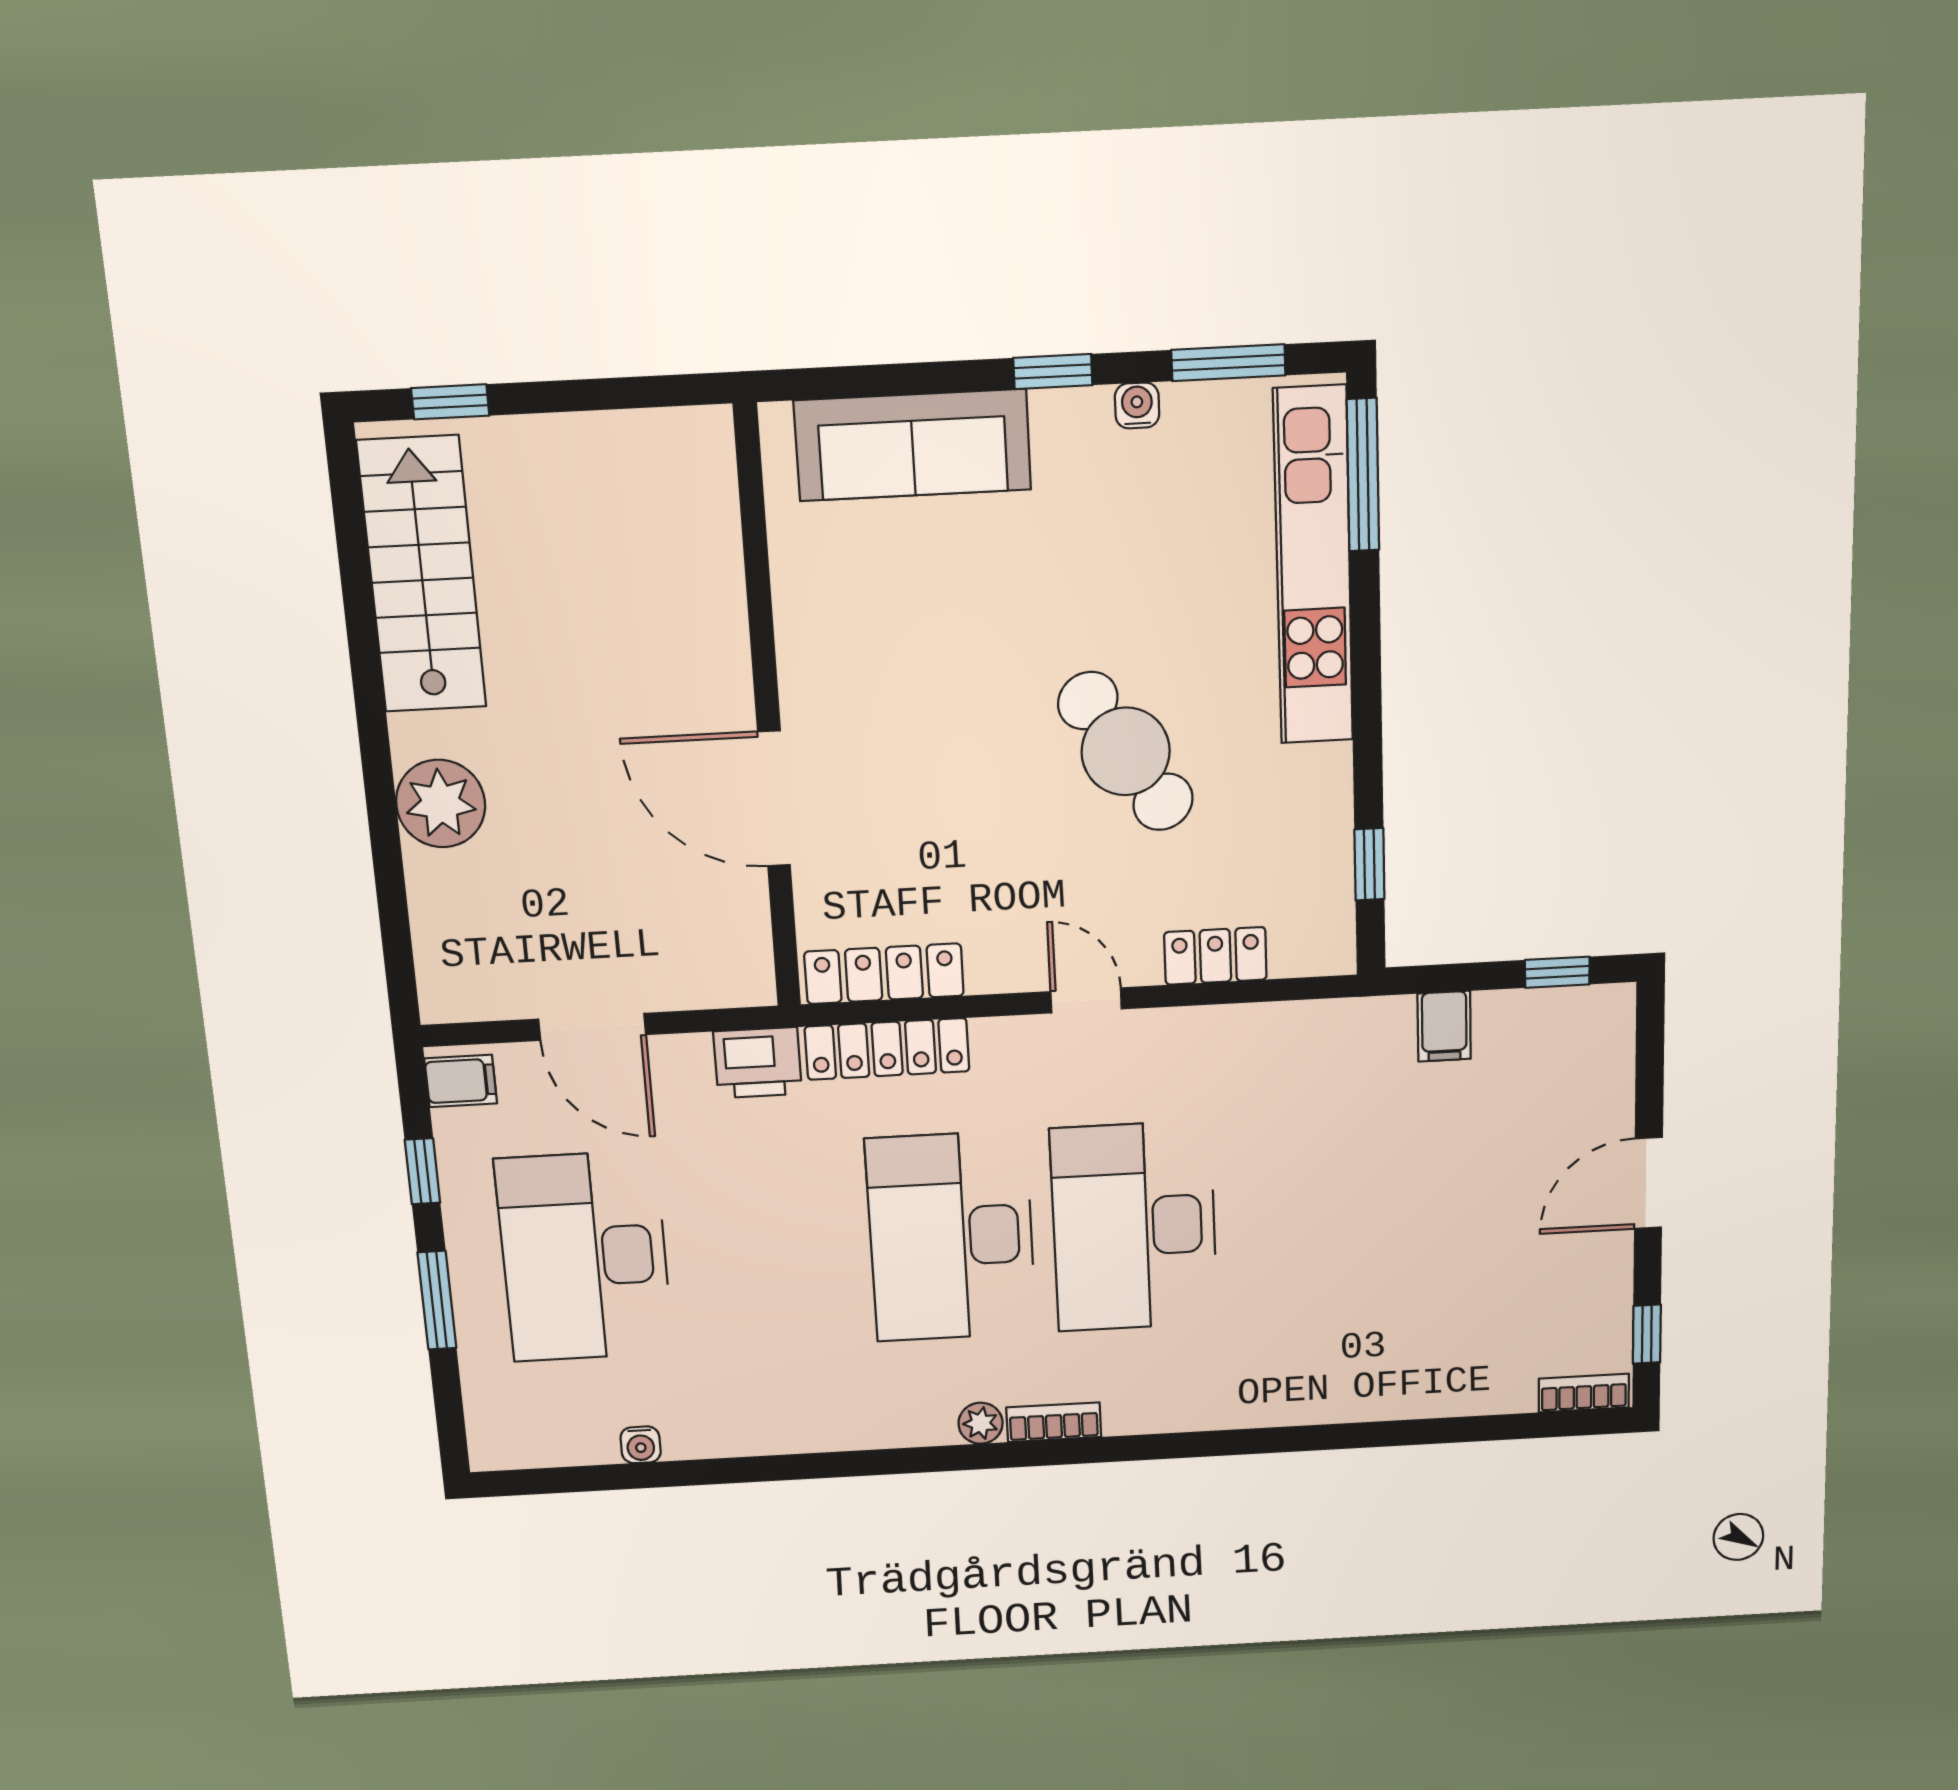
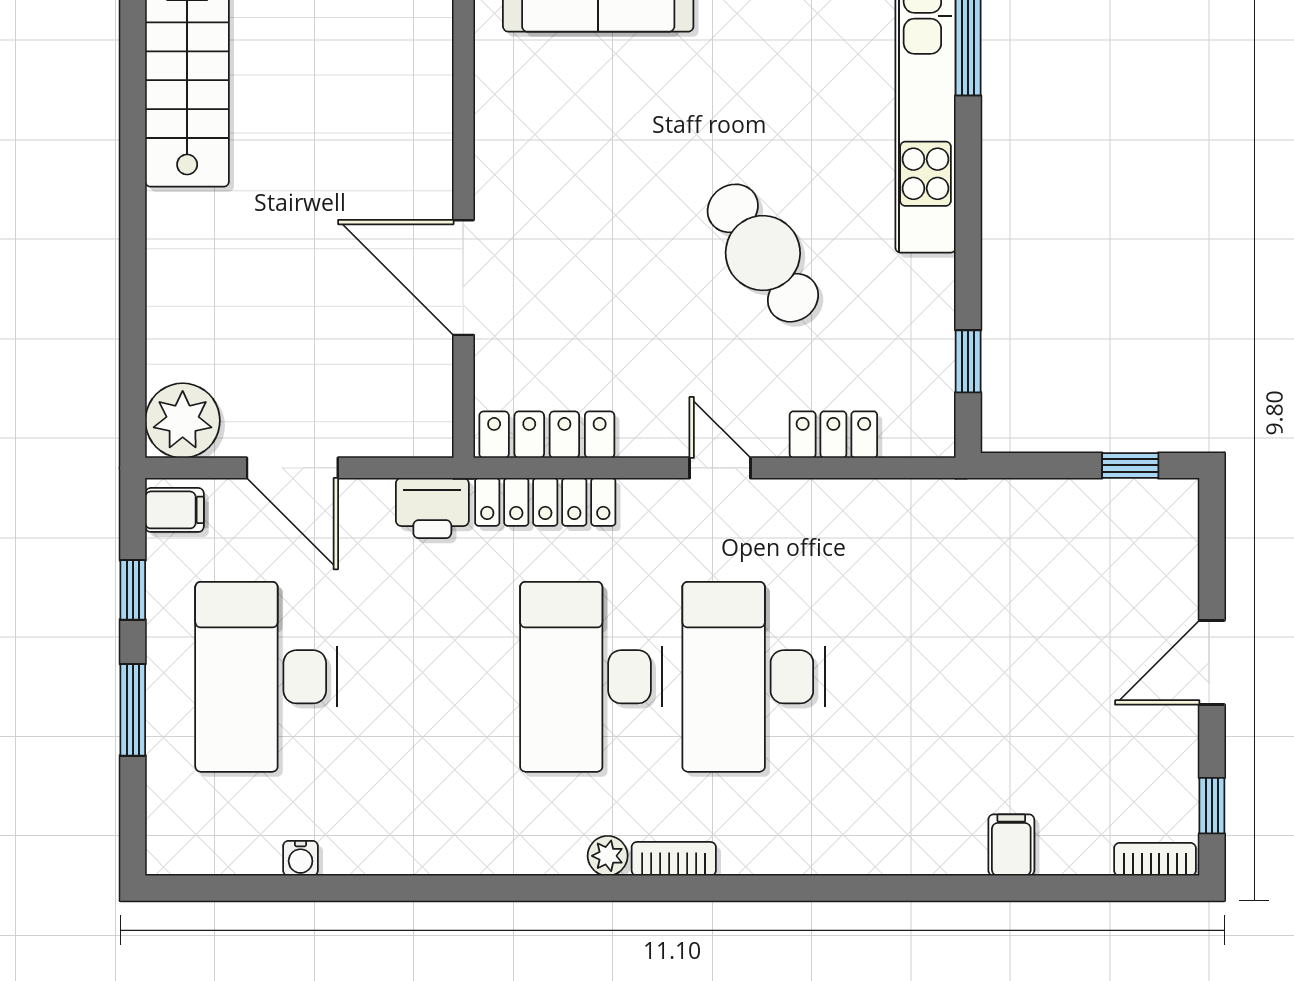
plant: (441, 804) -> (183, 421), moved
filing cabinet: (1444, 1026) -> (1011, 845), moved, turned 180

